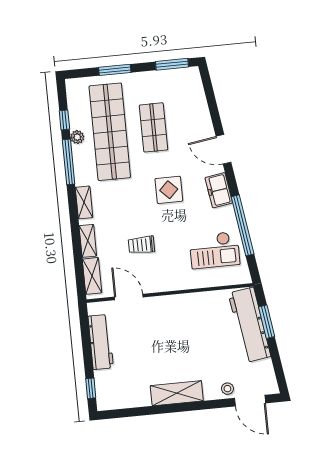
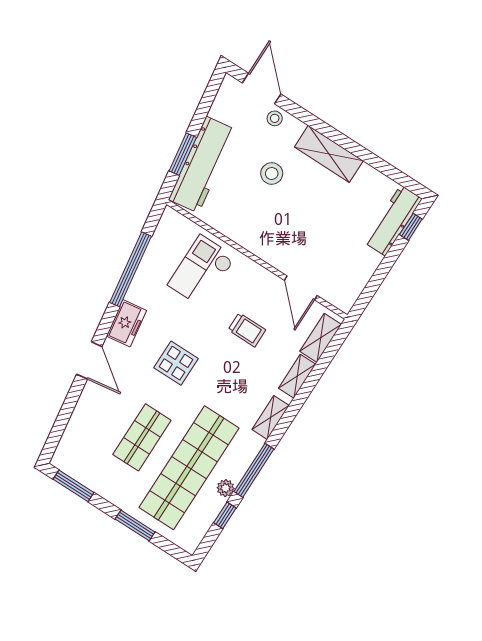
checkout: (214, 250) -> (202, 271), moved, turned -90
workbench: (101, 342) -> (393, 221), moved
stool: (202, 353) -> (272, 173), added

